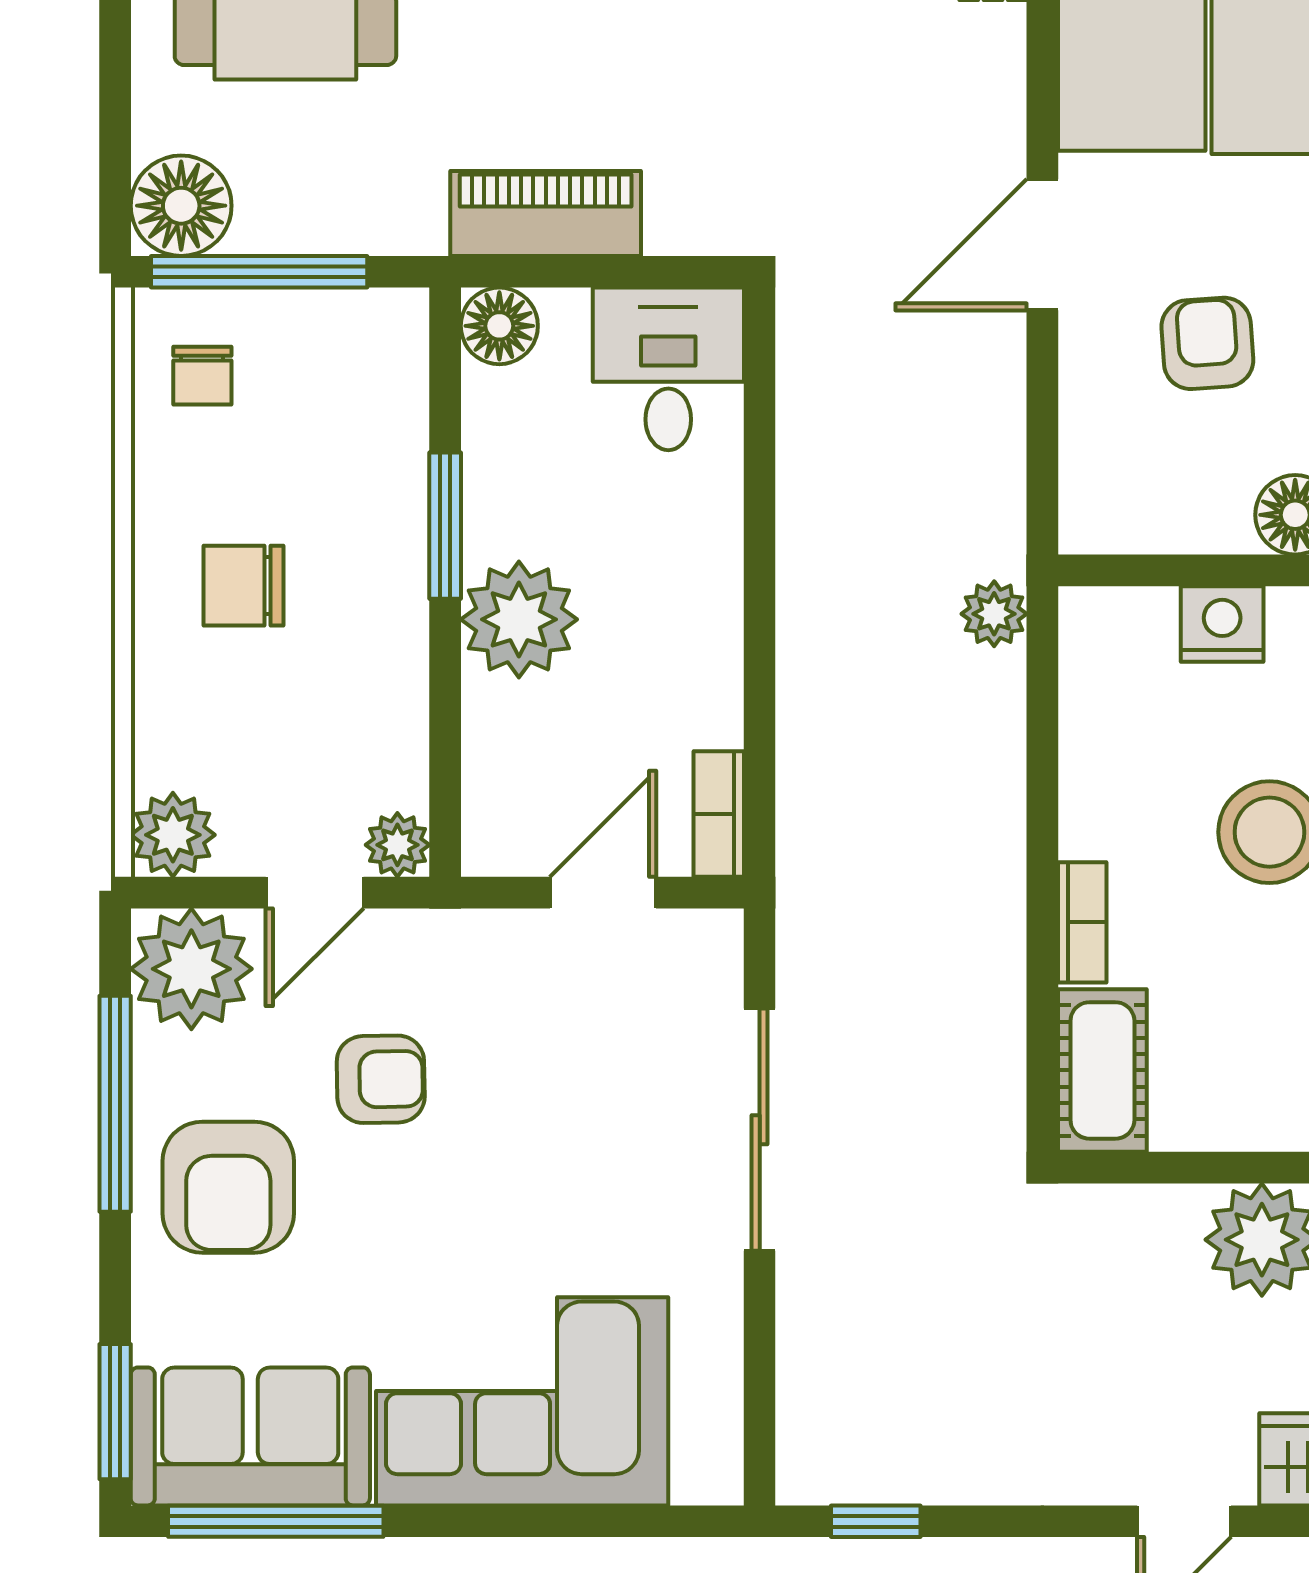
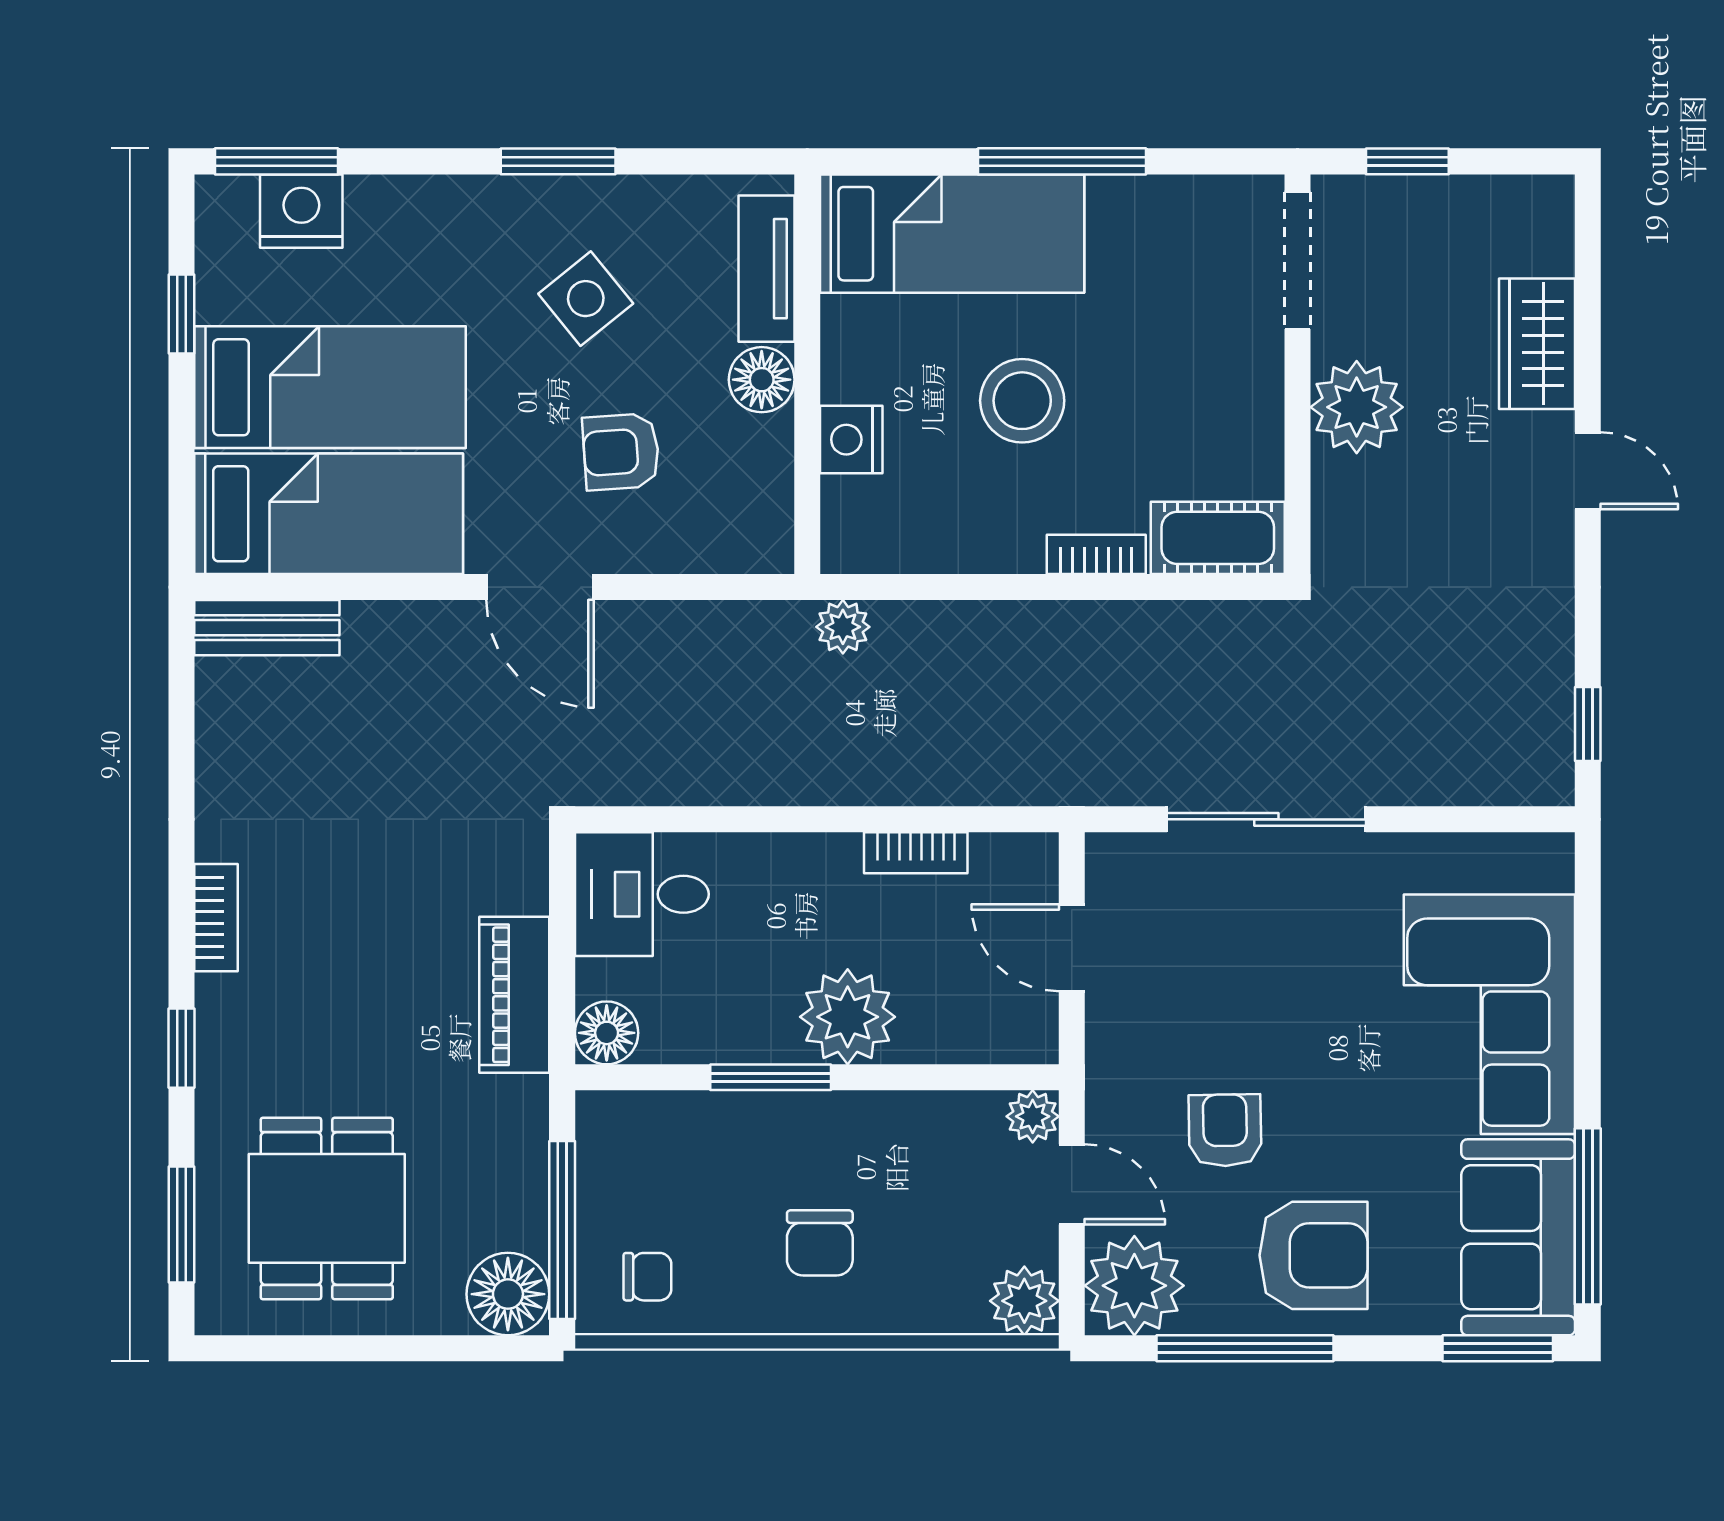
bookcase: (719, 814) -> (916, 853), moved

